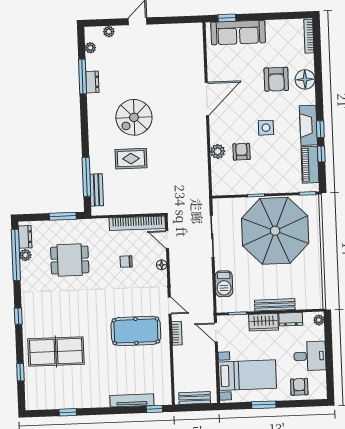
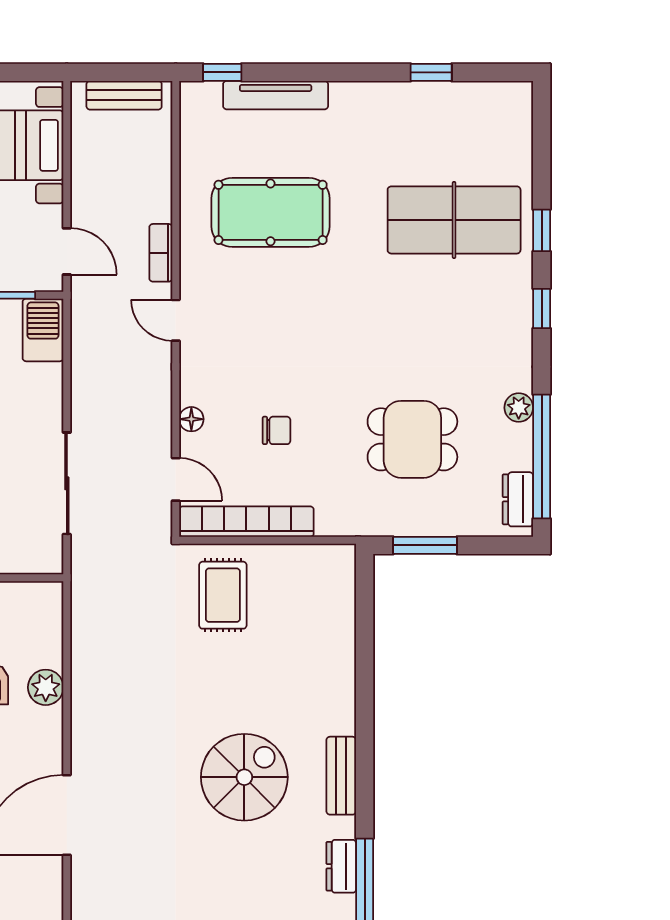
rug: (131, 159) -> (223, 595), moved, turned 90
window: (86, 177) -> (365, 638), removed
bench: (97, 190) -> (341, 776), moved
plant: (25, 255) -> (519, 408), moved
barbecue: (224, 284) -> (43, 330), moved
pool table: (136, 331) -> (271, 212), moved
window: (20, 372) -> (542, 230), moved

